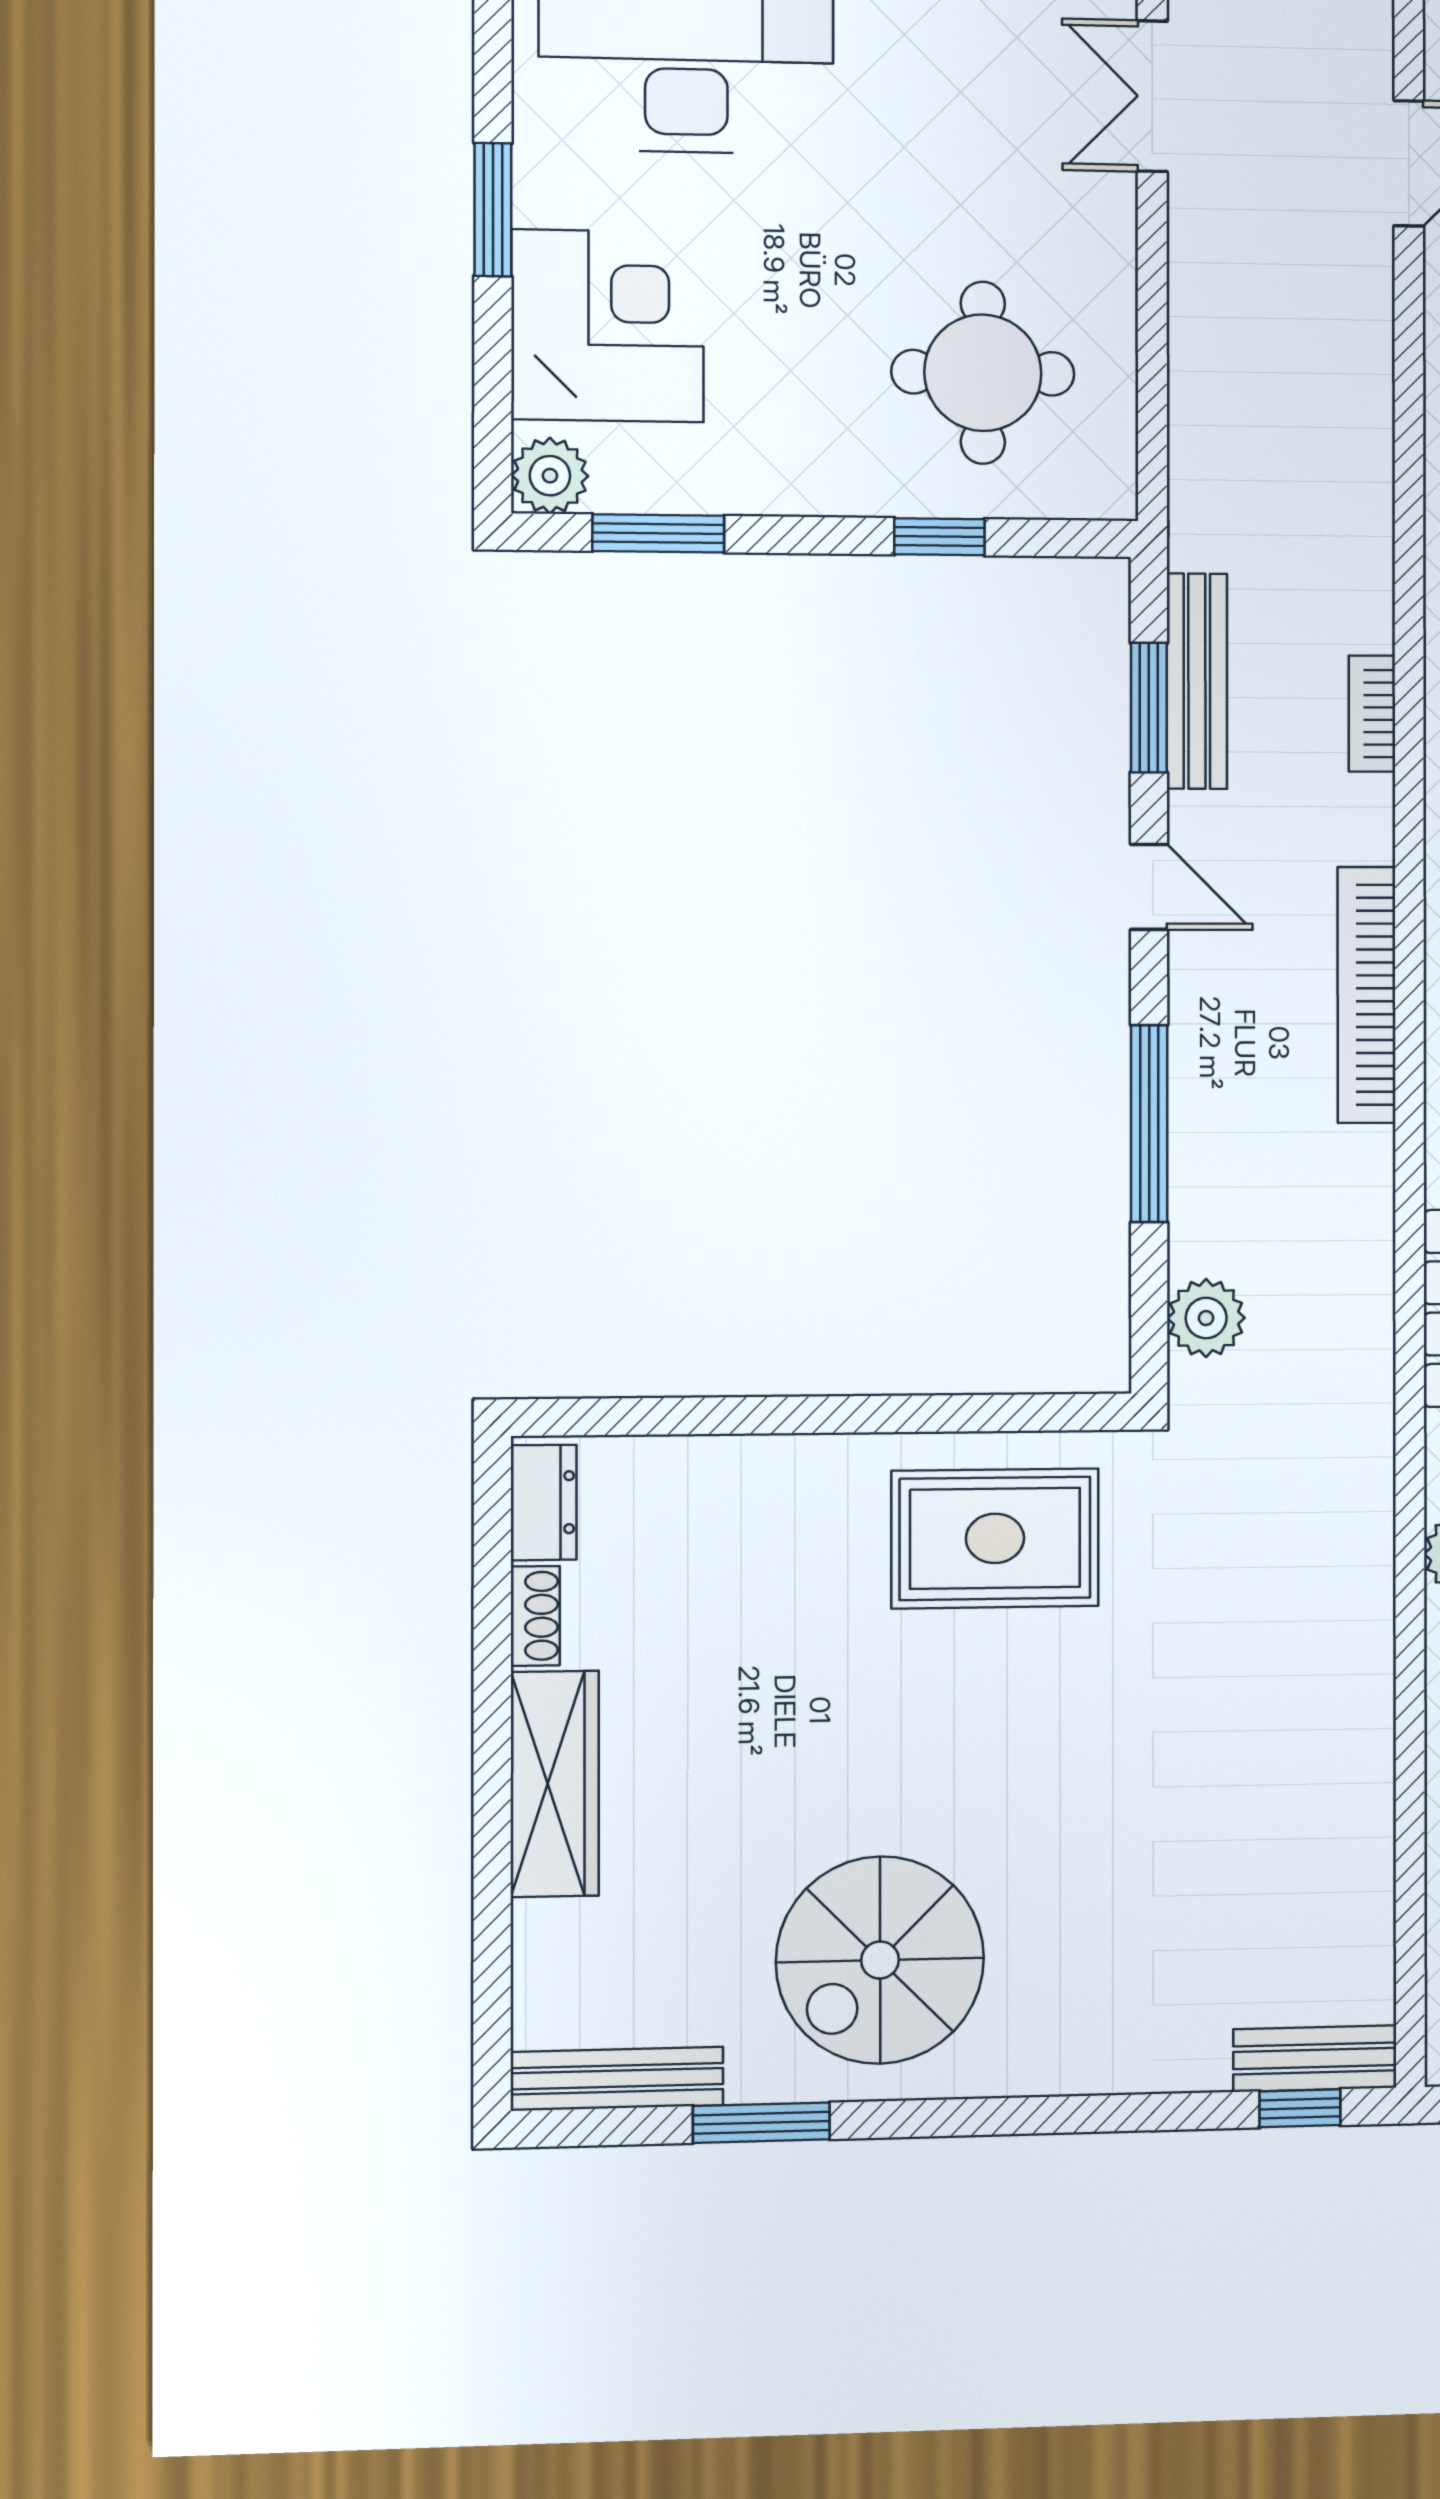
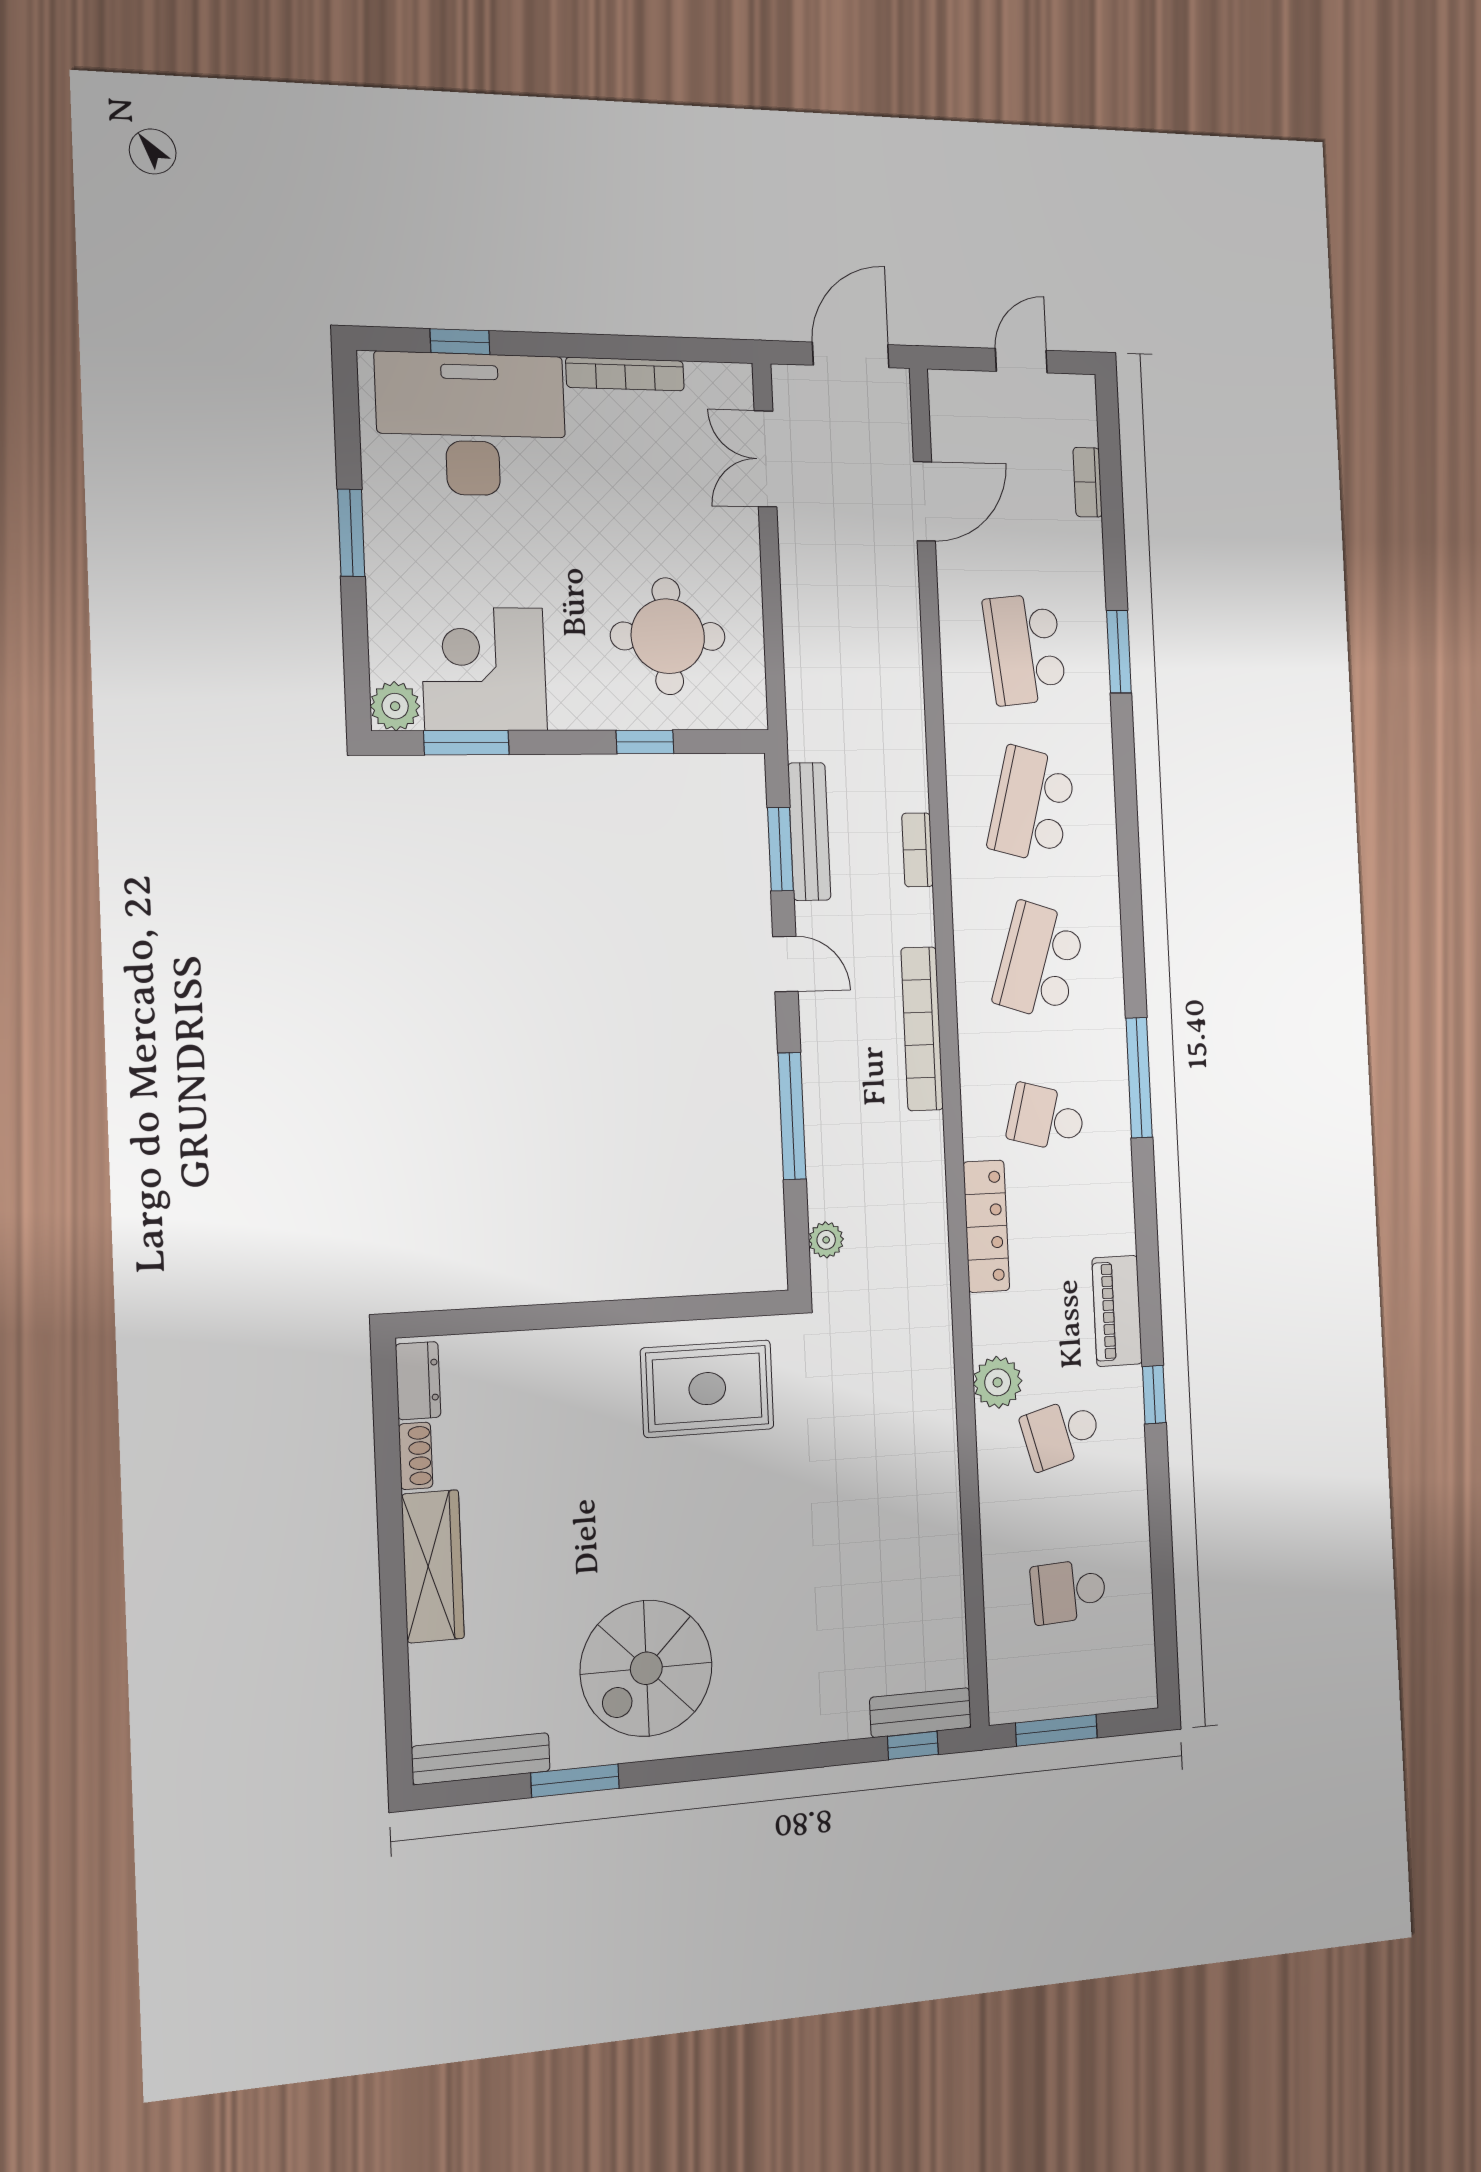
corner desk: (608, 326) -> (484, 669), moved, turned -90
plant: (1206, 1318) -> (826, 1240), width x0.73, depth x0.73

